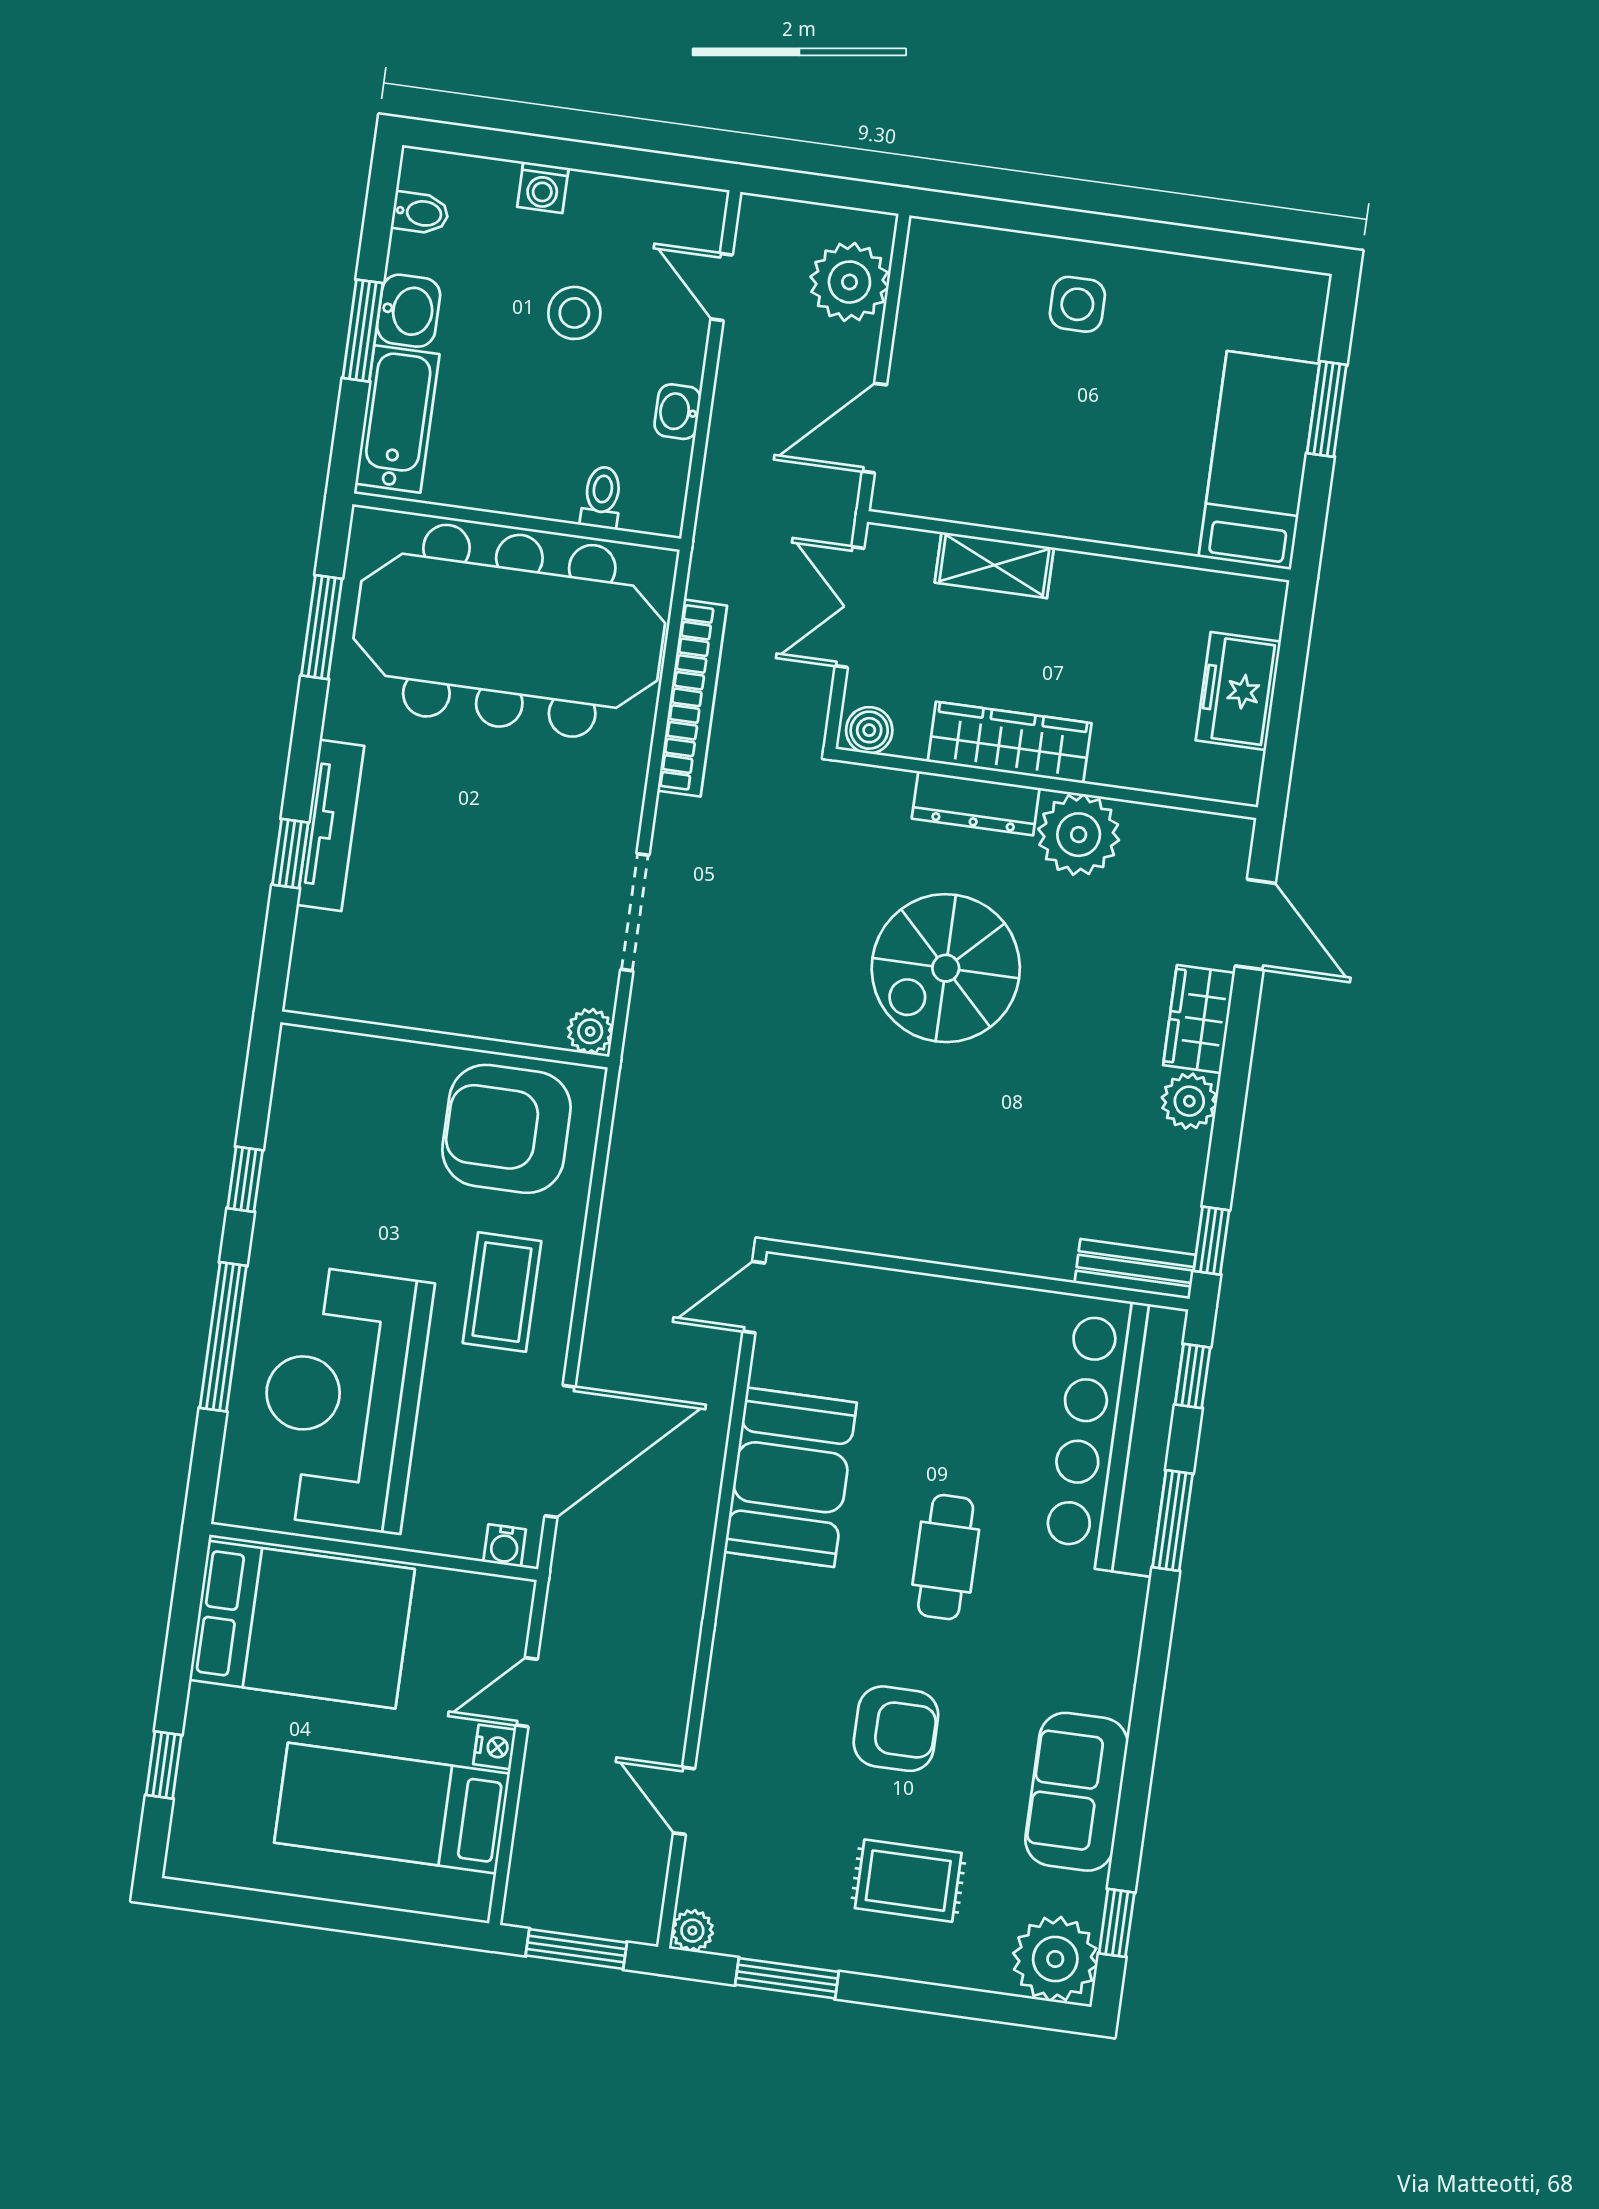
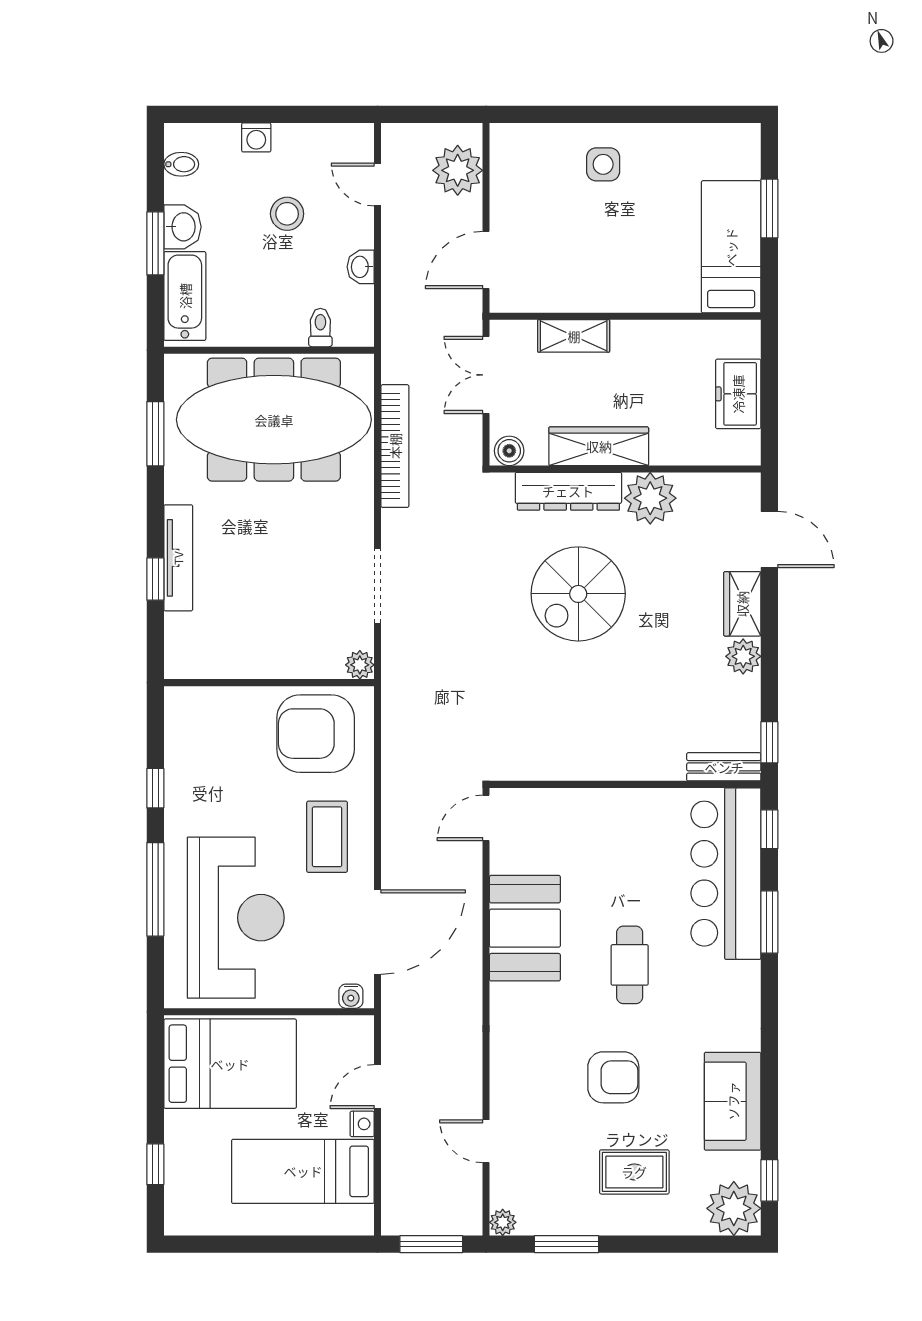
dresser: (976, 803) -> (568, 491), width x1.37, depth x1.24
reception desk: (342, 1398) -> (236, 918), turned 180

